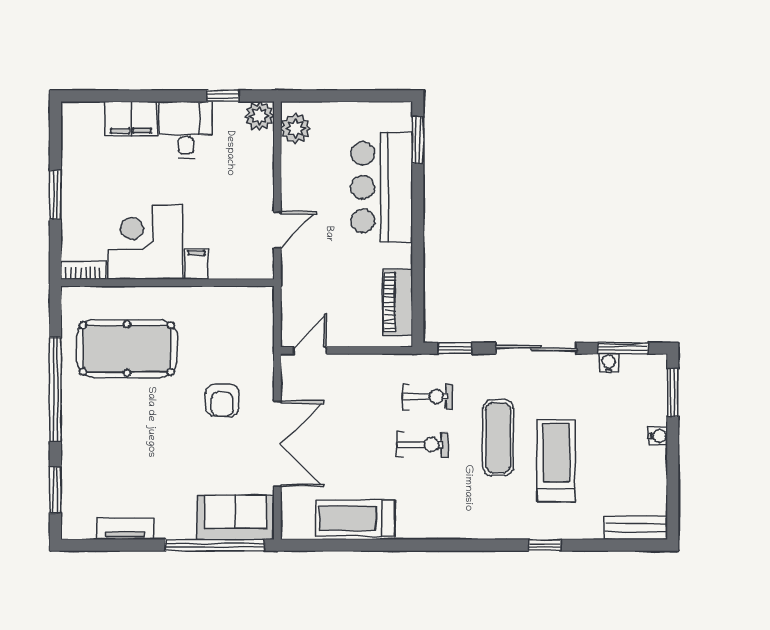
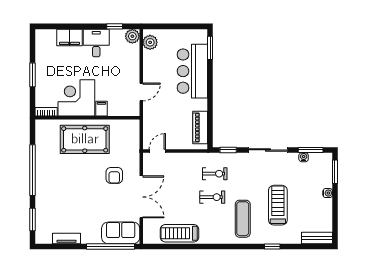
pool table: (127, 349) -> (85, 139), moved
exercise mat: (498, 438) -> (243, 219), moved

